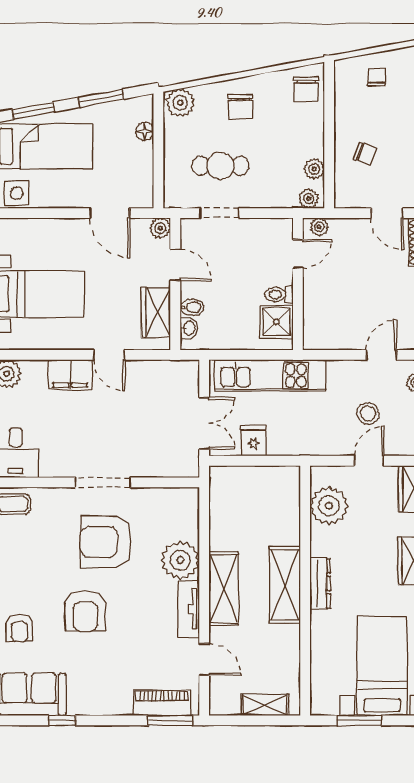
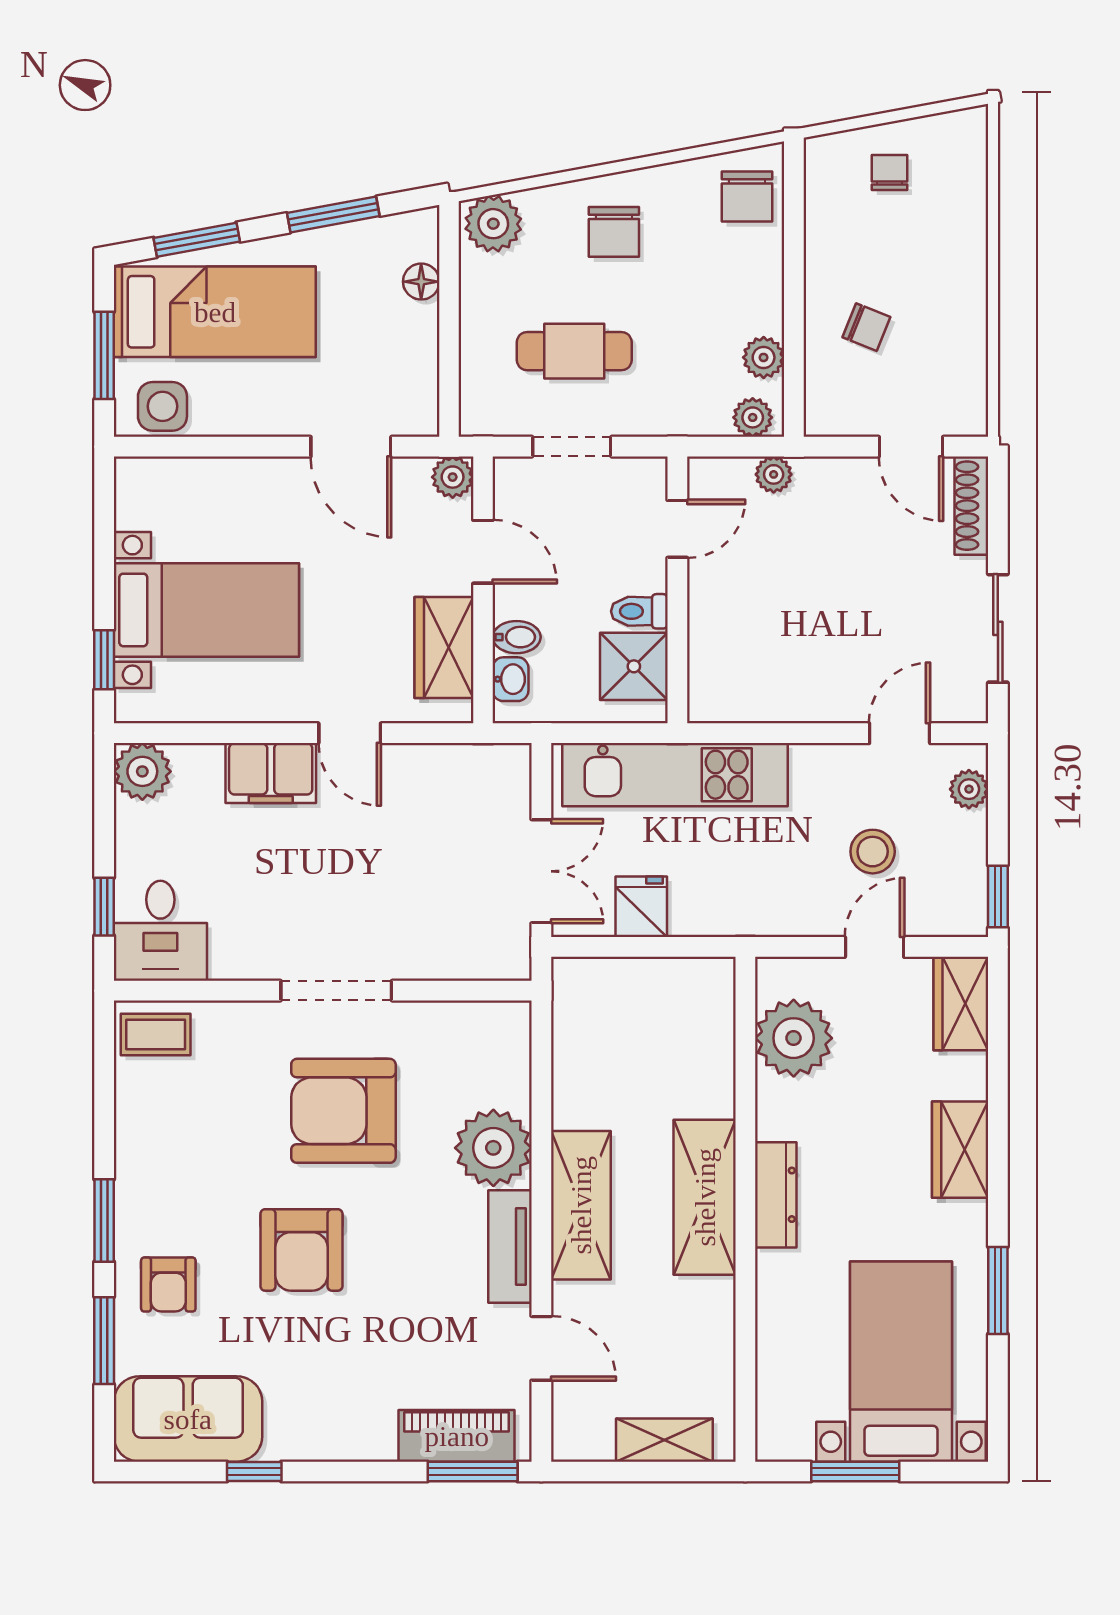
door: (298, 254) -> (677, 529), moved
wall: (298, 284) -> (677, 590), moved
toilet: (279, 295) -> (639, 611), moved
shower: (276, 322) -> (634, 666), moved

